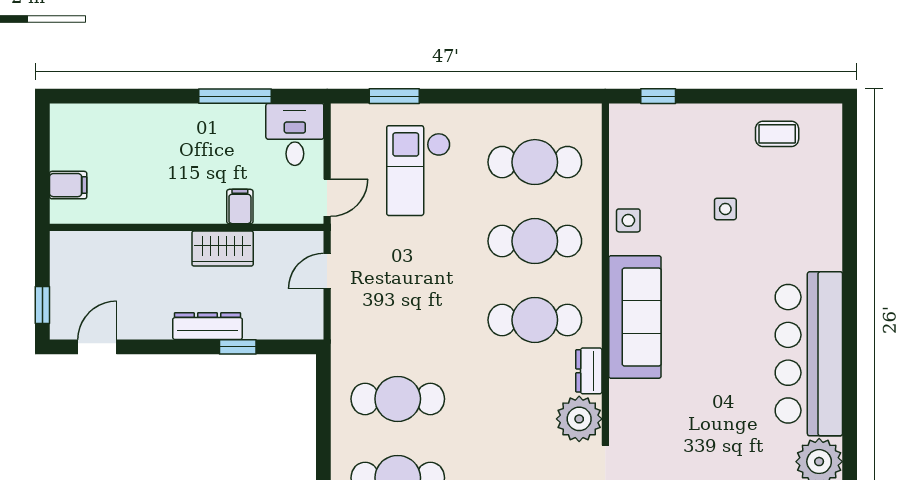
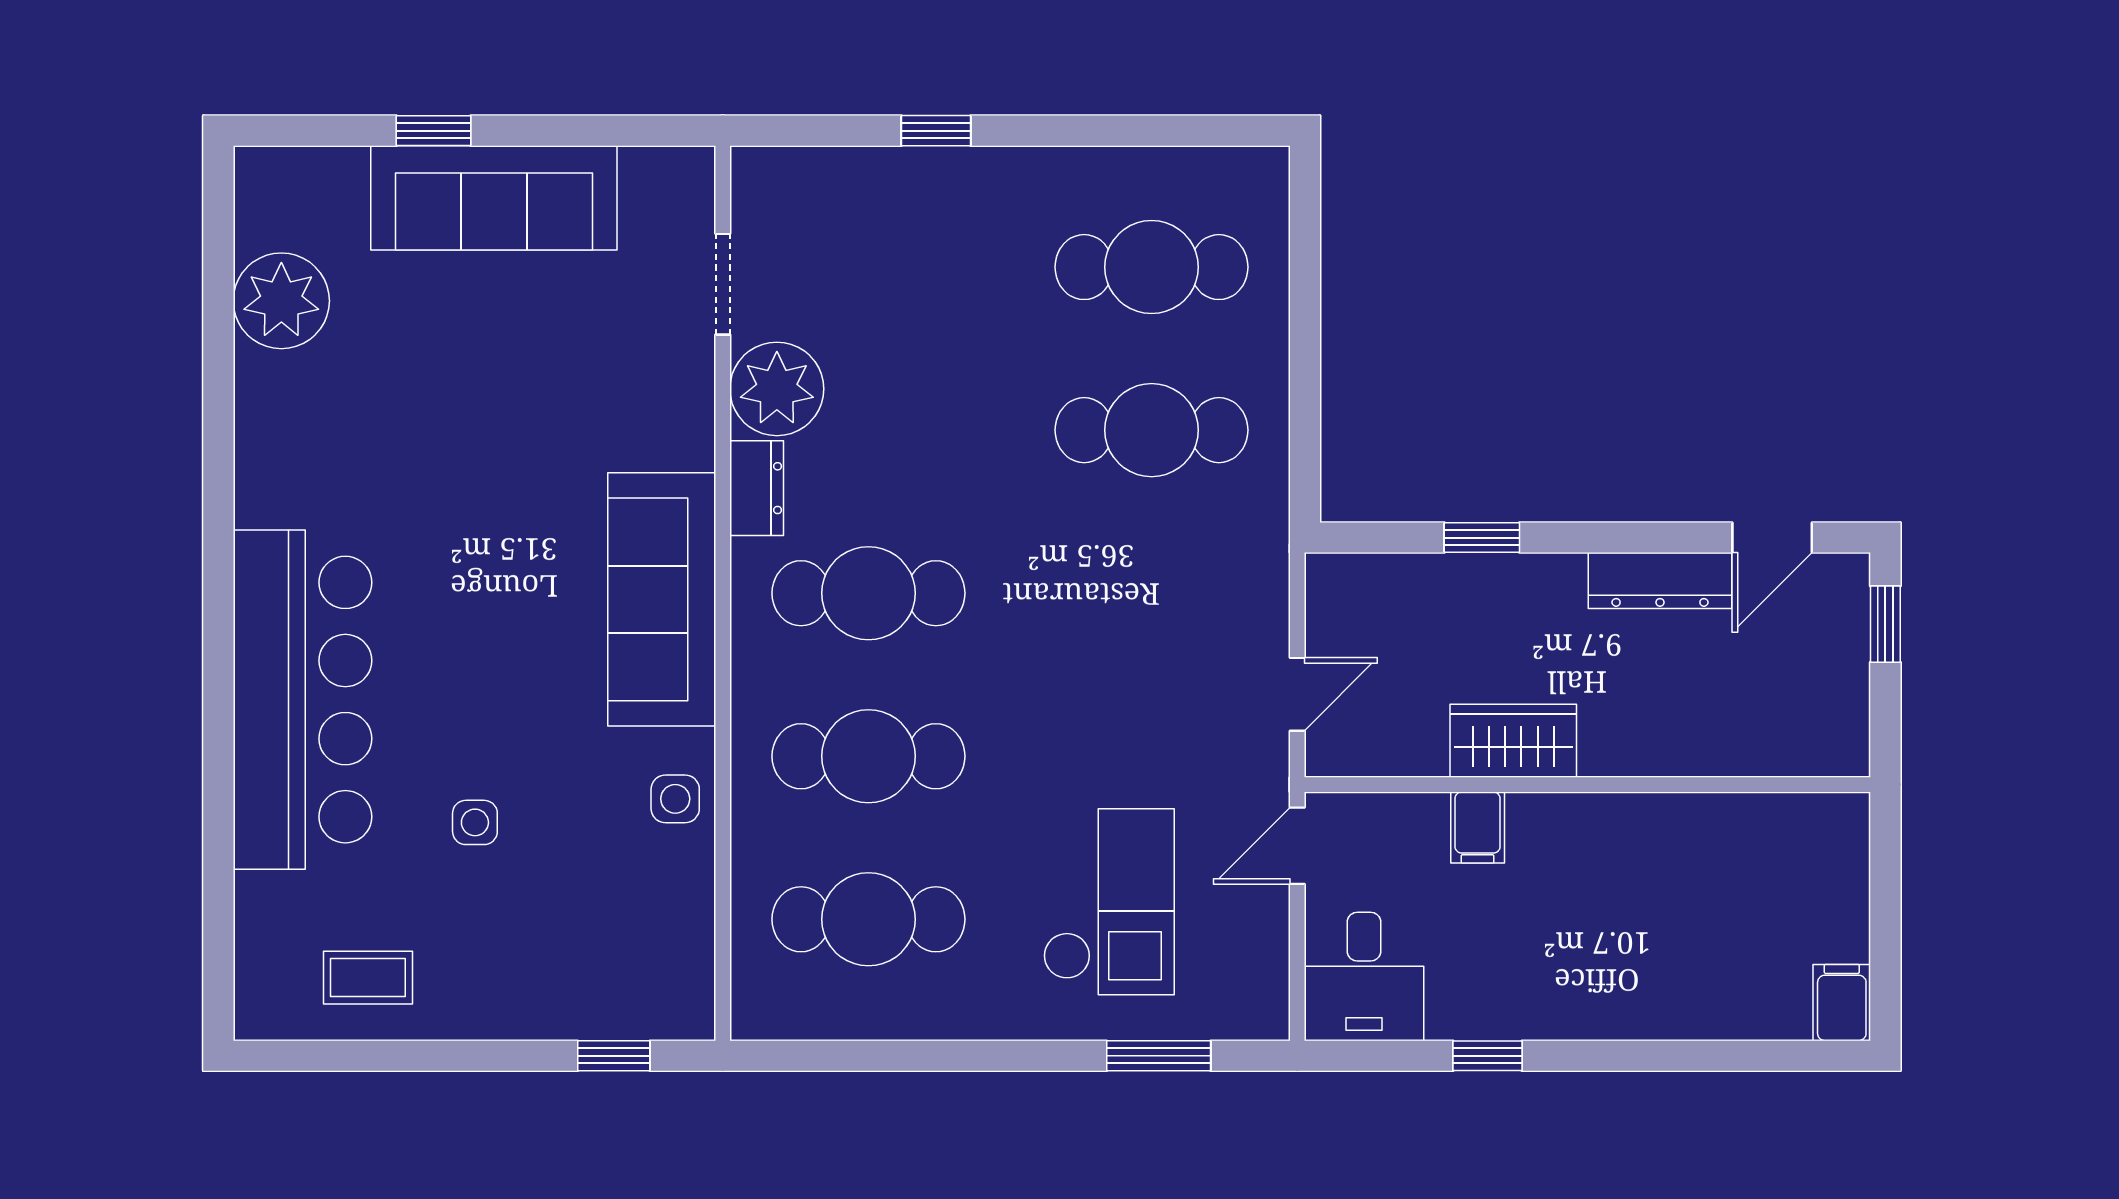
window: (235, 96) -> (1488, 1056), width x0.46
filing cabinet: (68, 185) -> (1842, 1003), moved, turned 90
dresser: (207, 326) -> (1660, 581), moved
bar counter: (809, 354) -> (302, 700), moved

